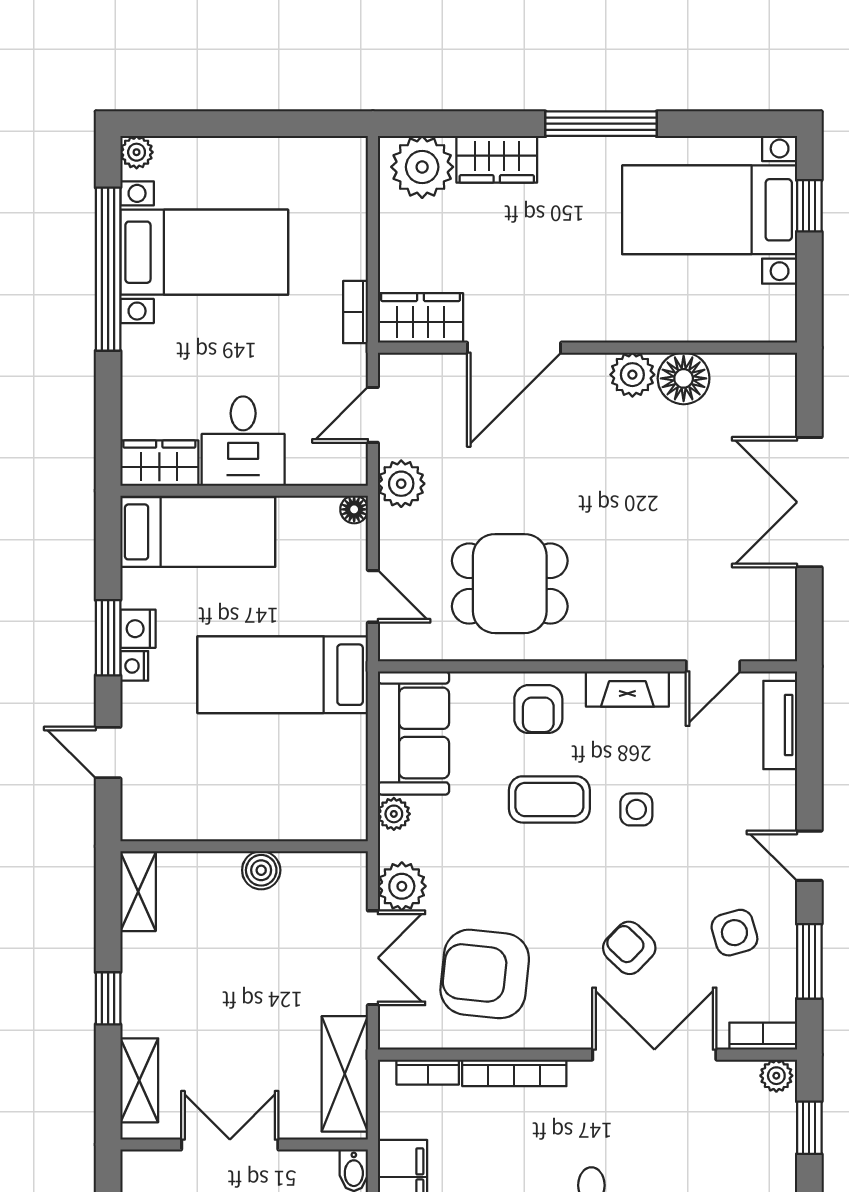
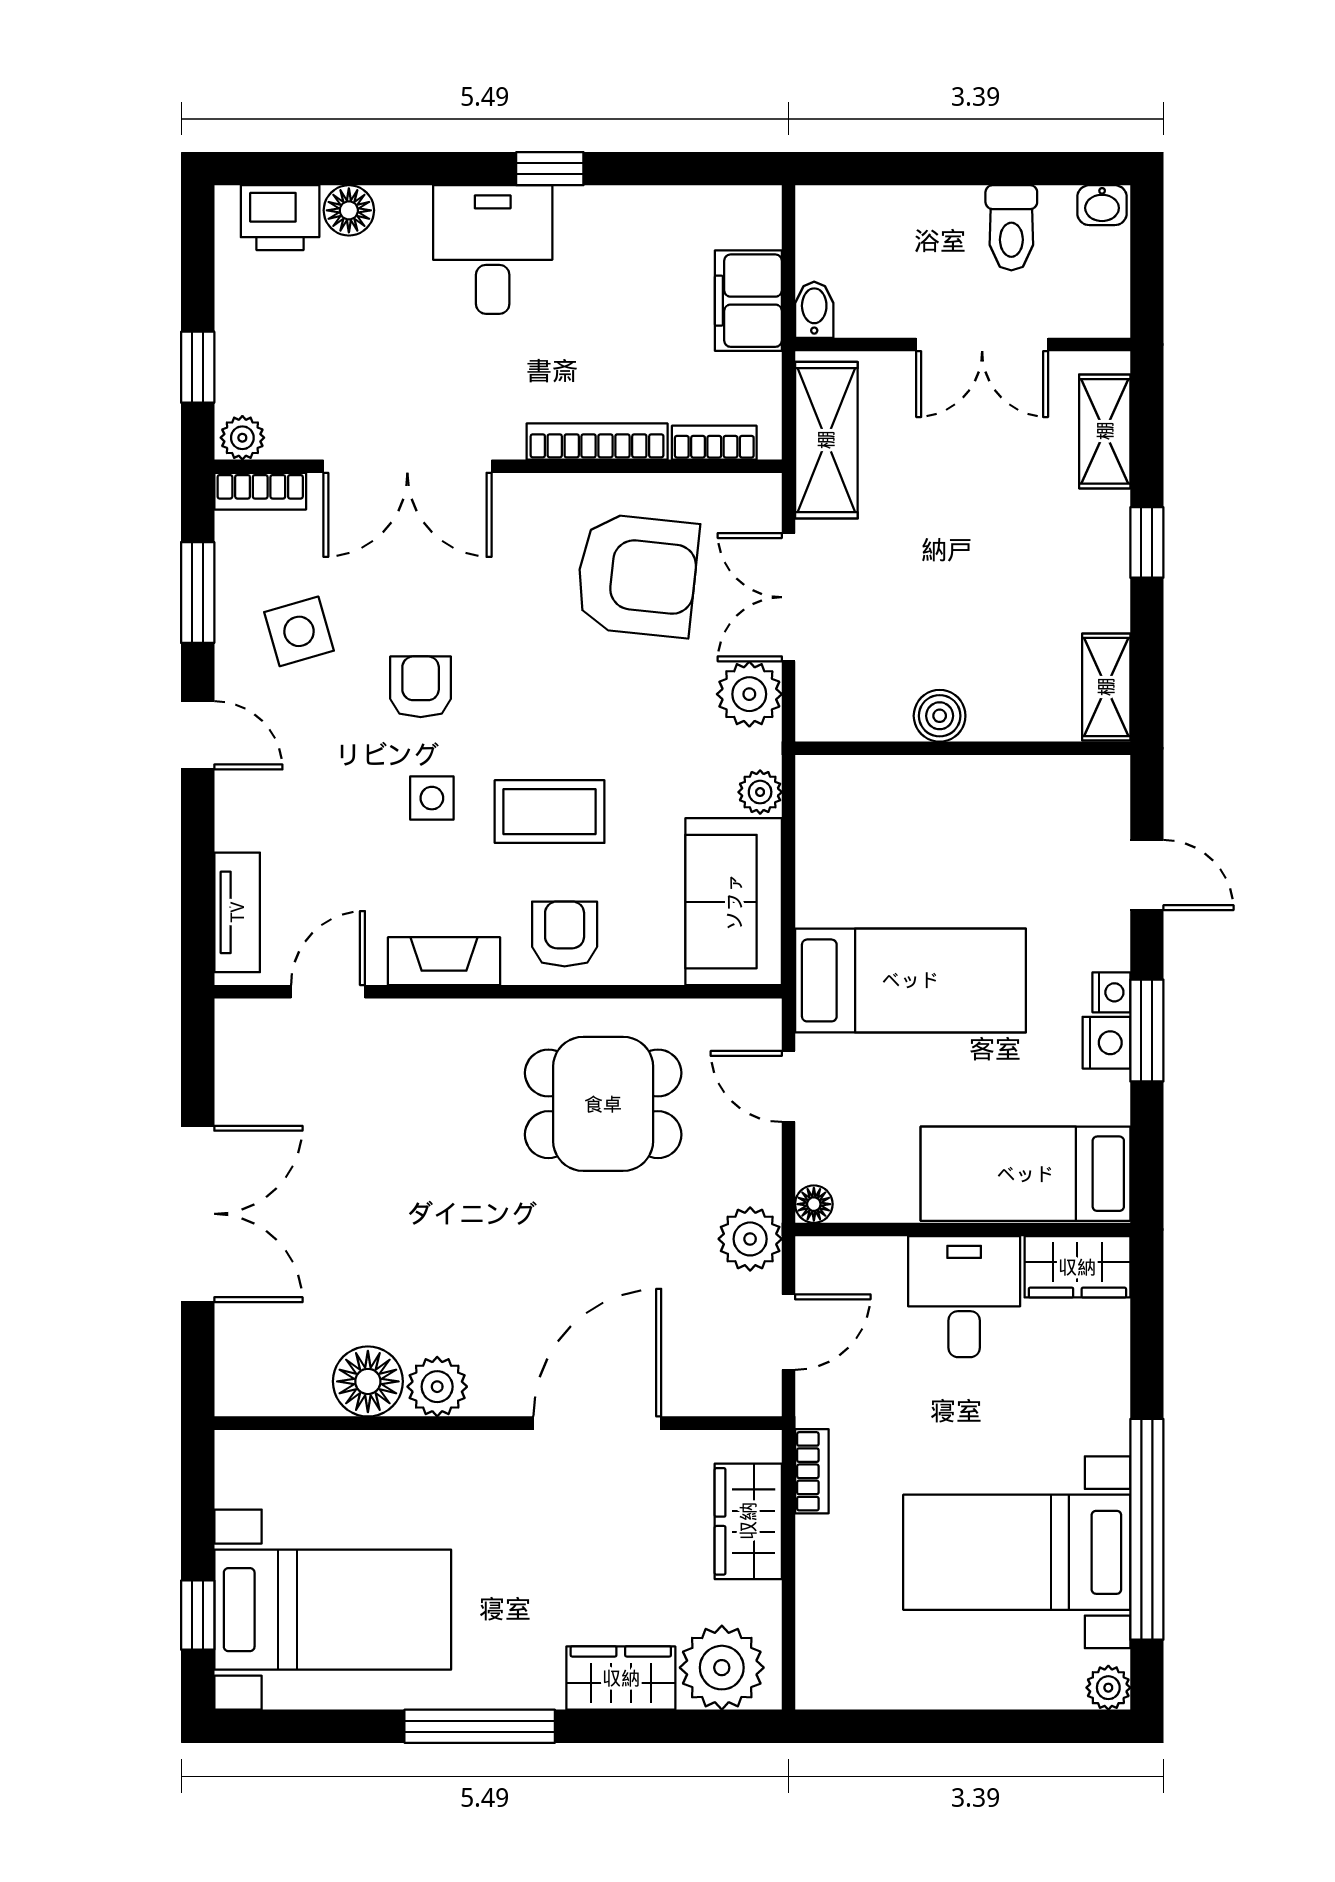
wardrobe: (421, 318) -> (748, 1521), moved, turned 90
armchair: (629, 948) -> (421, 687), moved, turned -134

